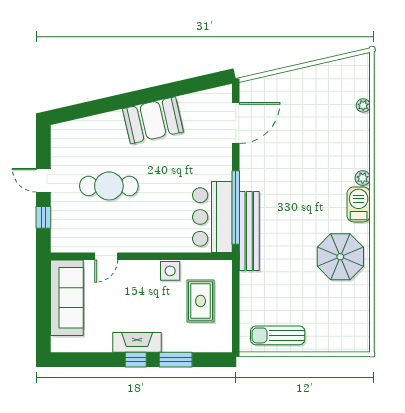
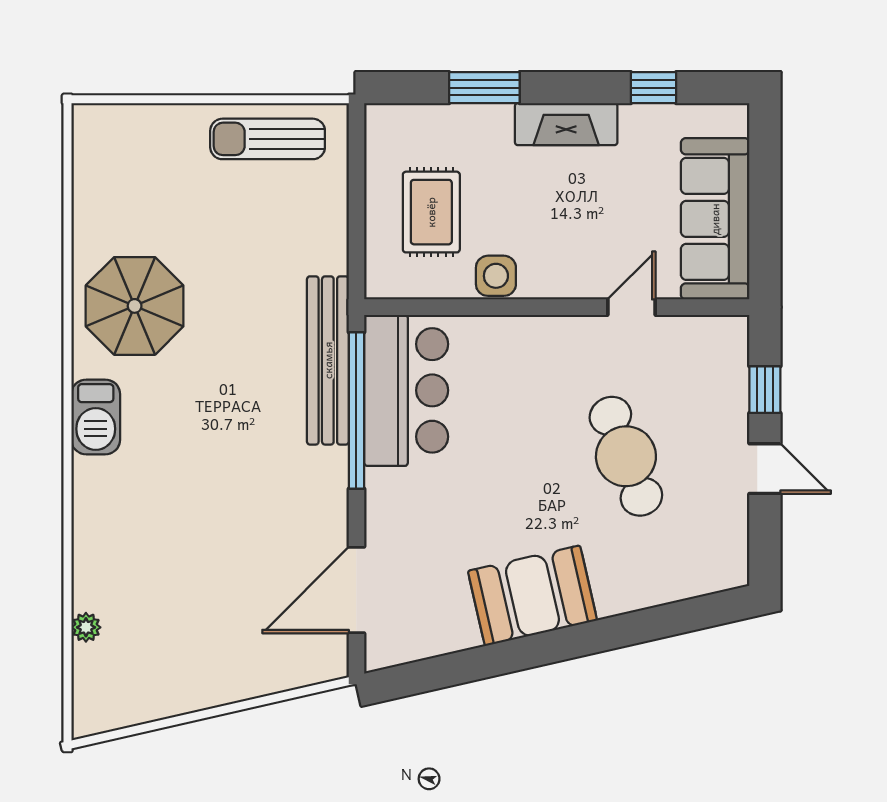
plant: (363, 178) -> (87, 473), removed
cafe table: (109, 186) -> (626, 456), turned 69
sun lounger: (278, 335) -> (268, 139), turned 180
window: (136, 360) -> (653, 88), moved

